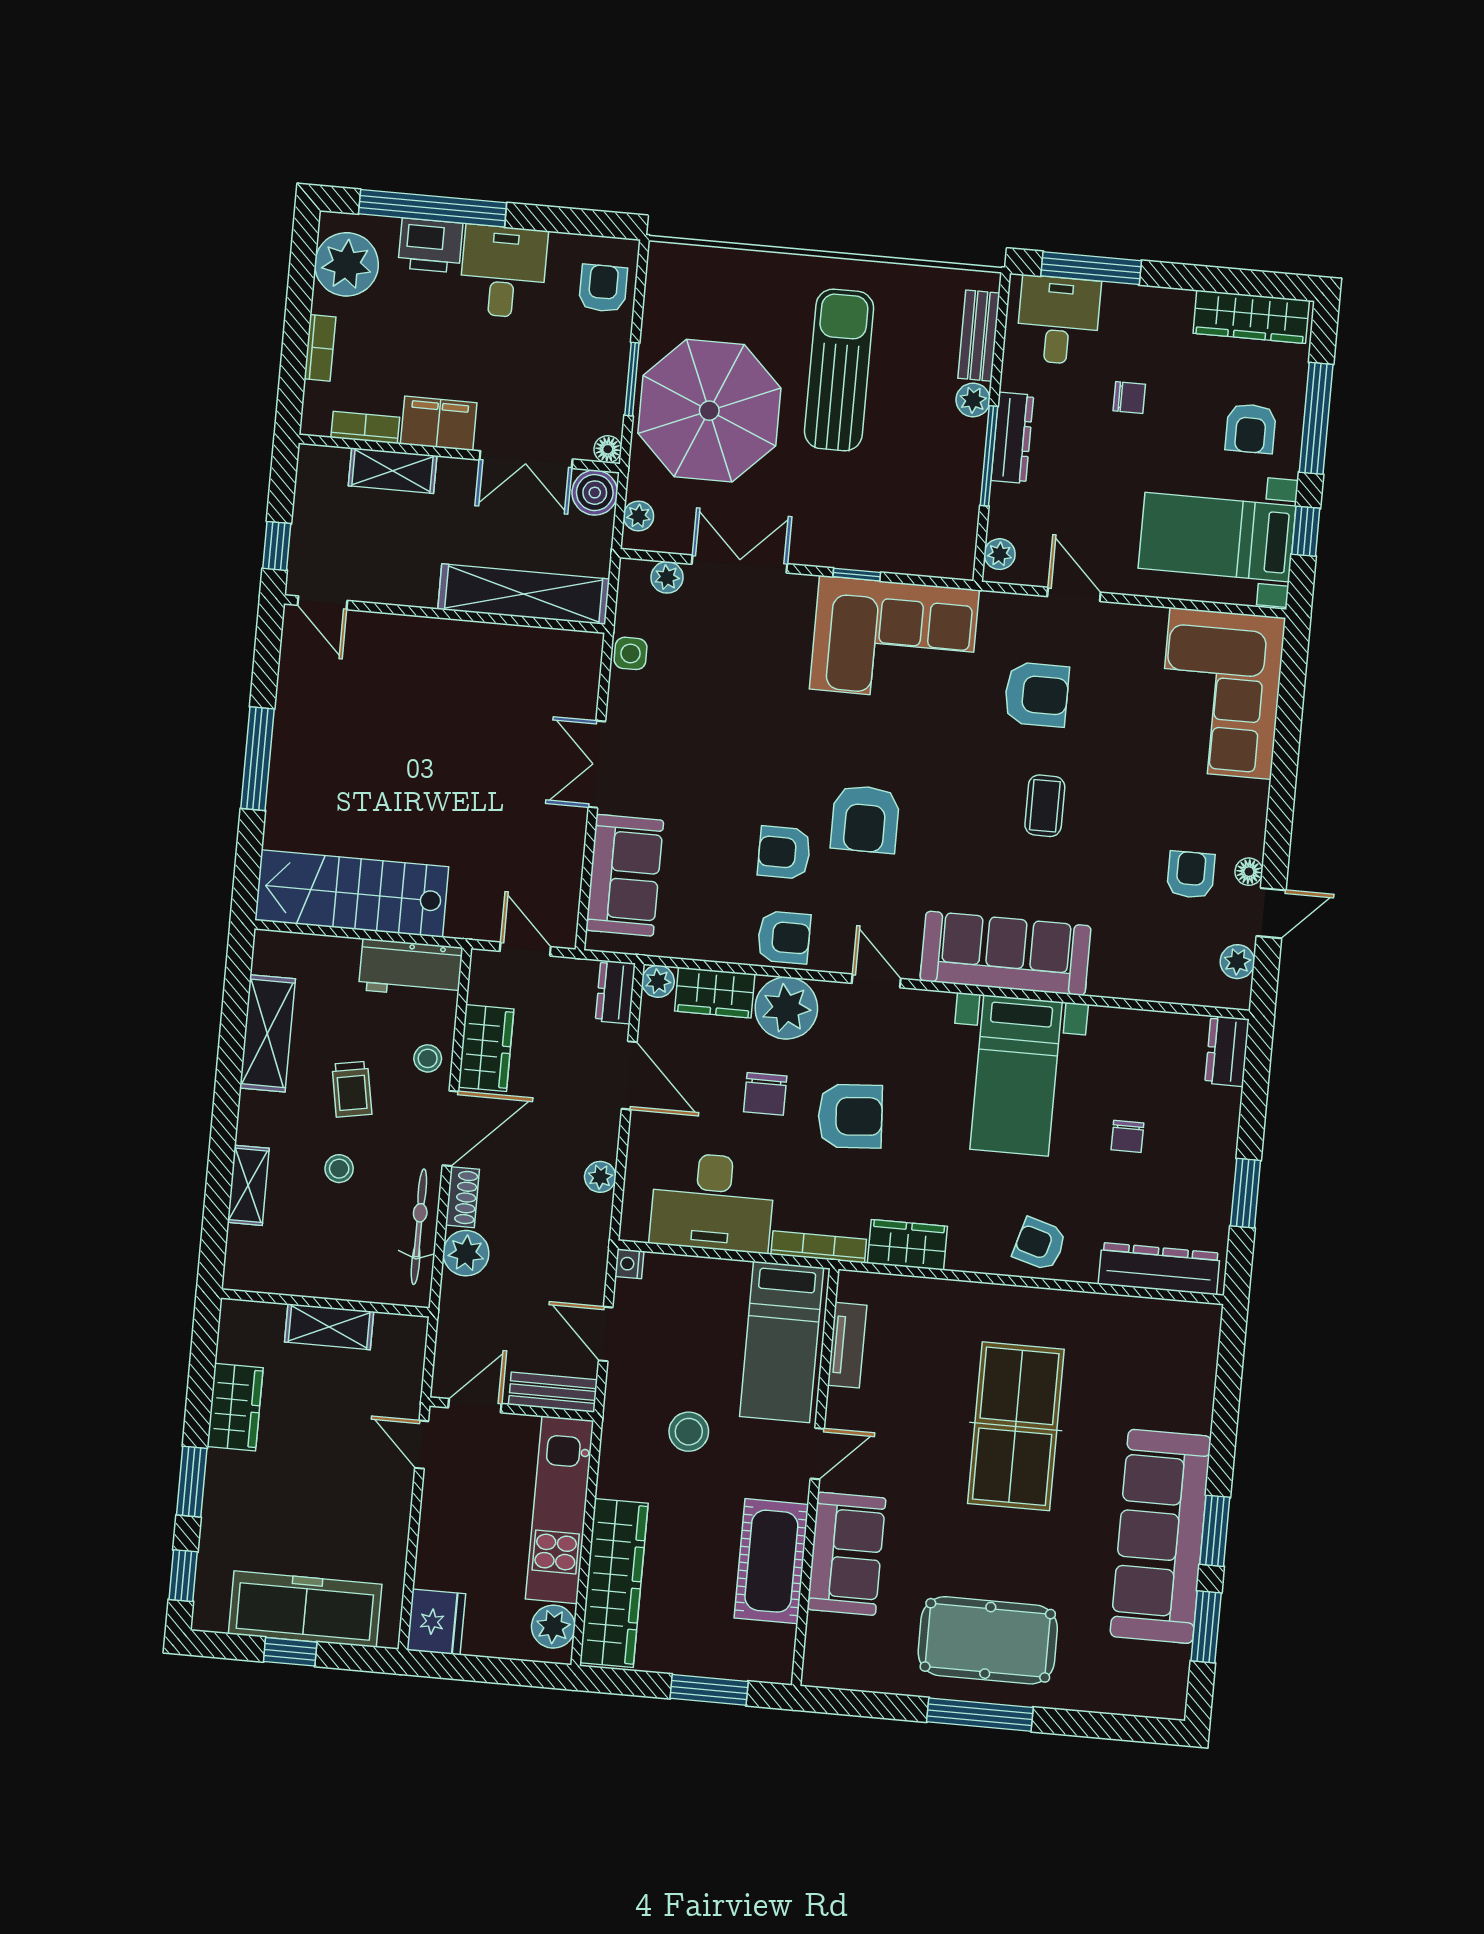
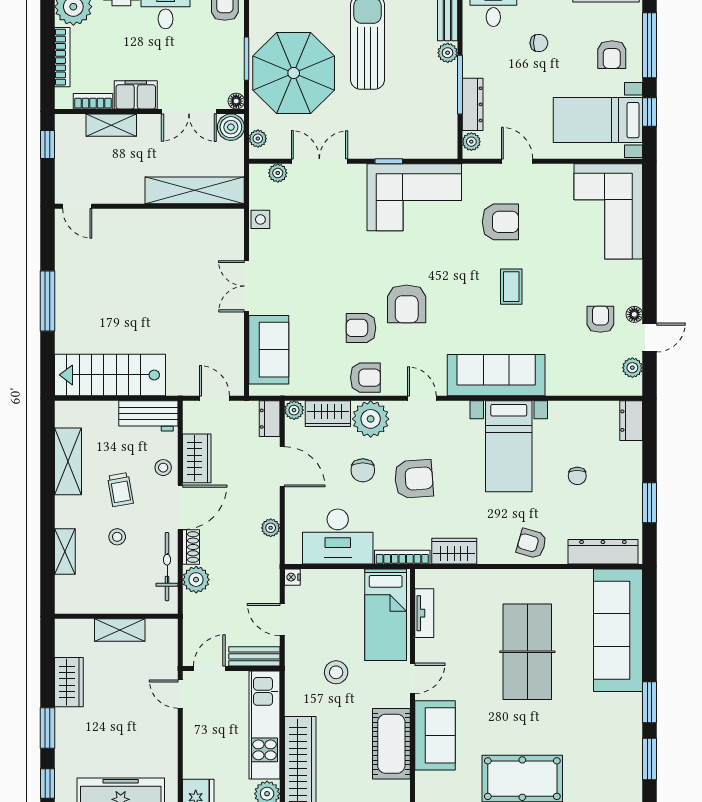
bookcase: (320, 348) -> (62, 57), width x1.56
dresser: (1012, 438) -> (473, 104), moved
window: (277, 546) -> (47, 145), moved
sofa: (1161, 1536) -> (618, 630), moved

